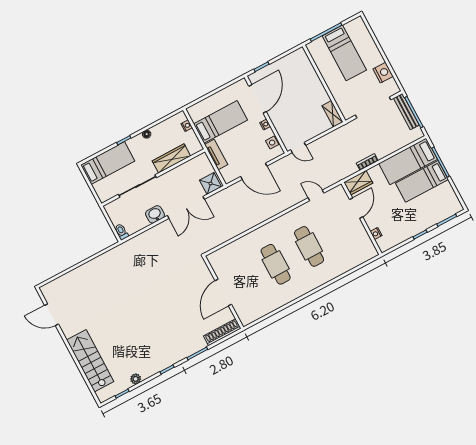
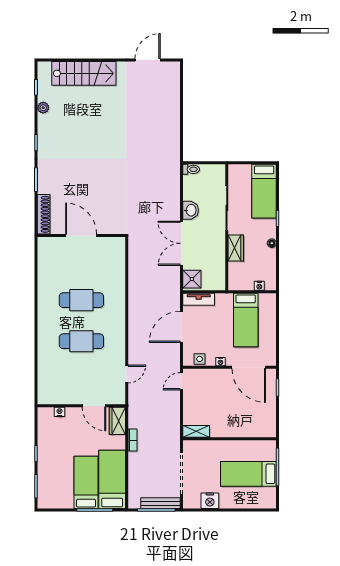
tv unit: (216, 155) -> (199, 299), moved
wardrobe: (171, 158) -> (236, 248), width x0.67

